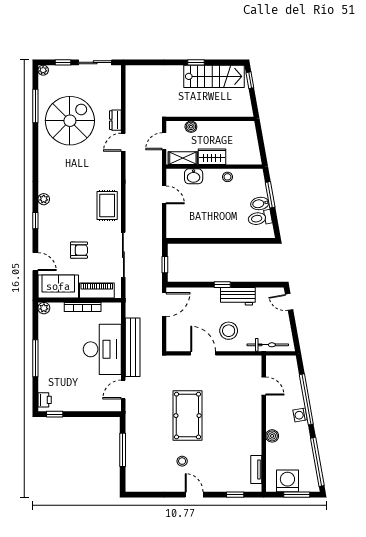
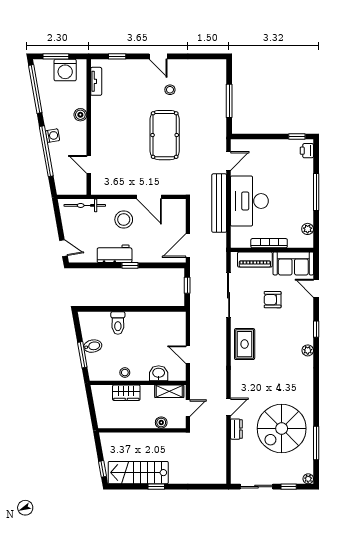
wardrobe: (212, 157) -> (126, 393), moved
toilet: (260, 218) -> (118, 323), moved, turned 100
plant: (44, 308) -> (308, 229), moved

